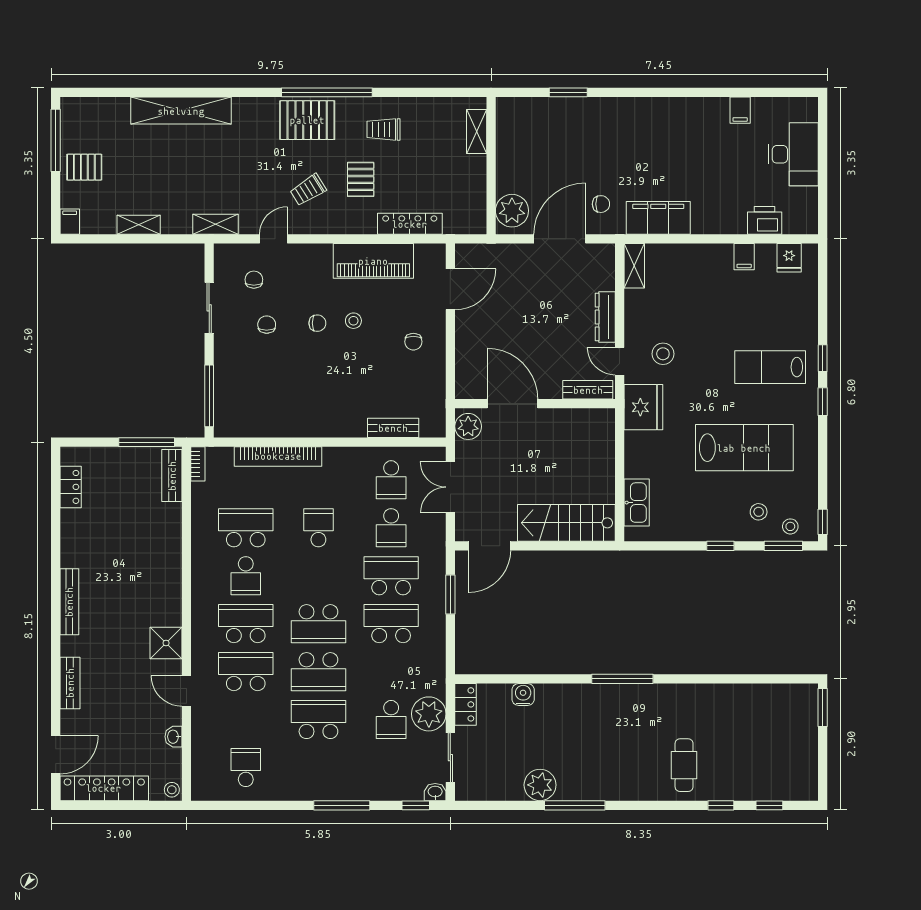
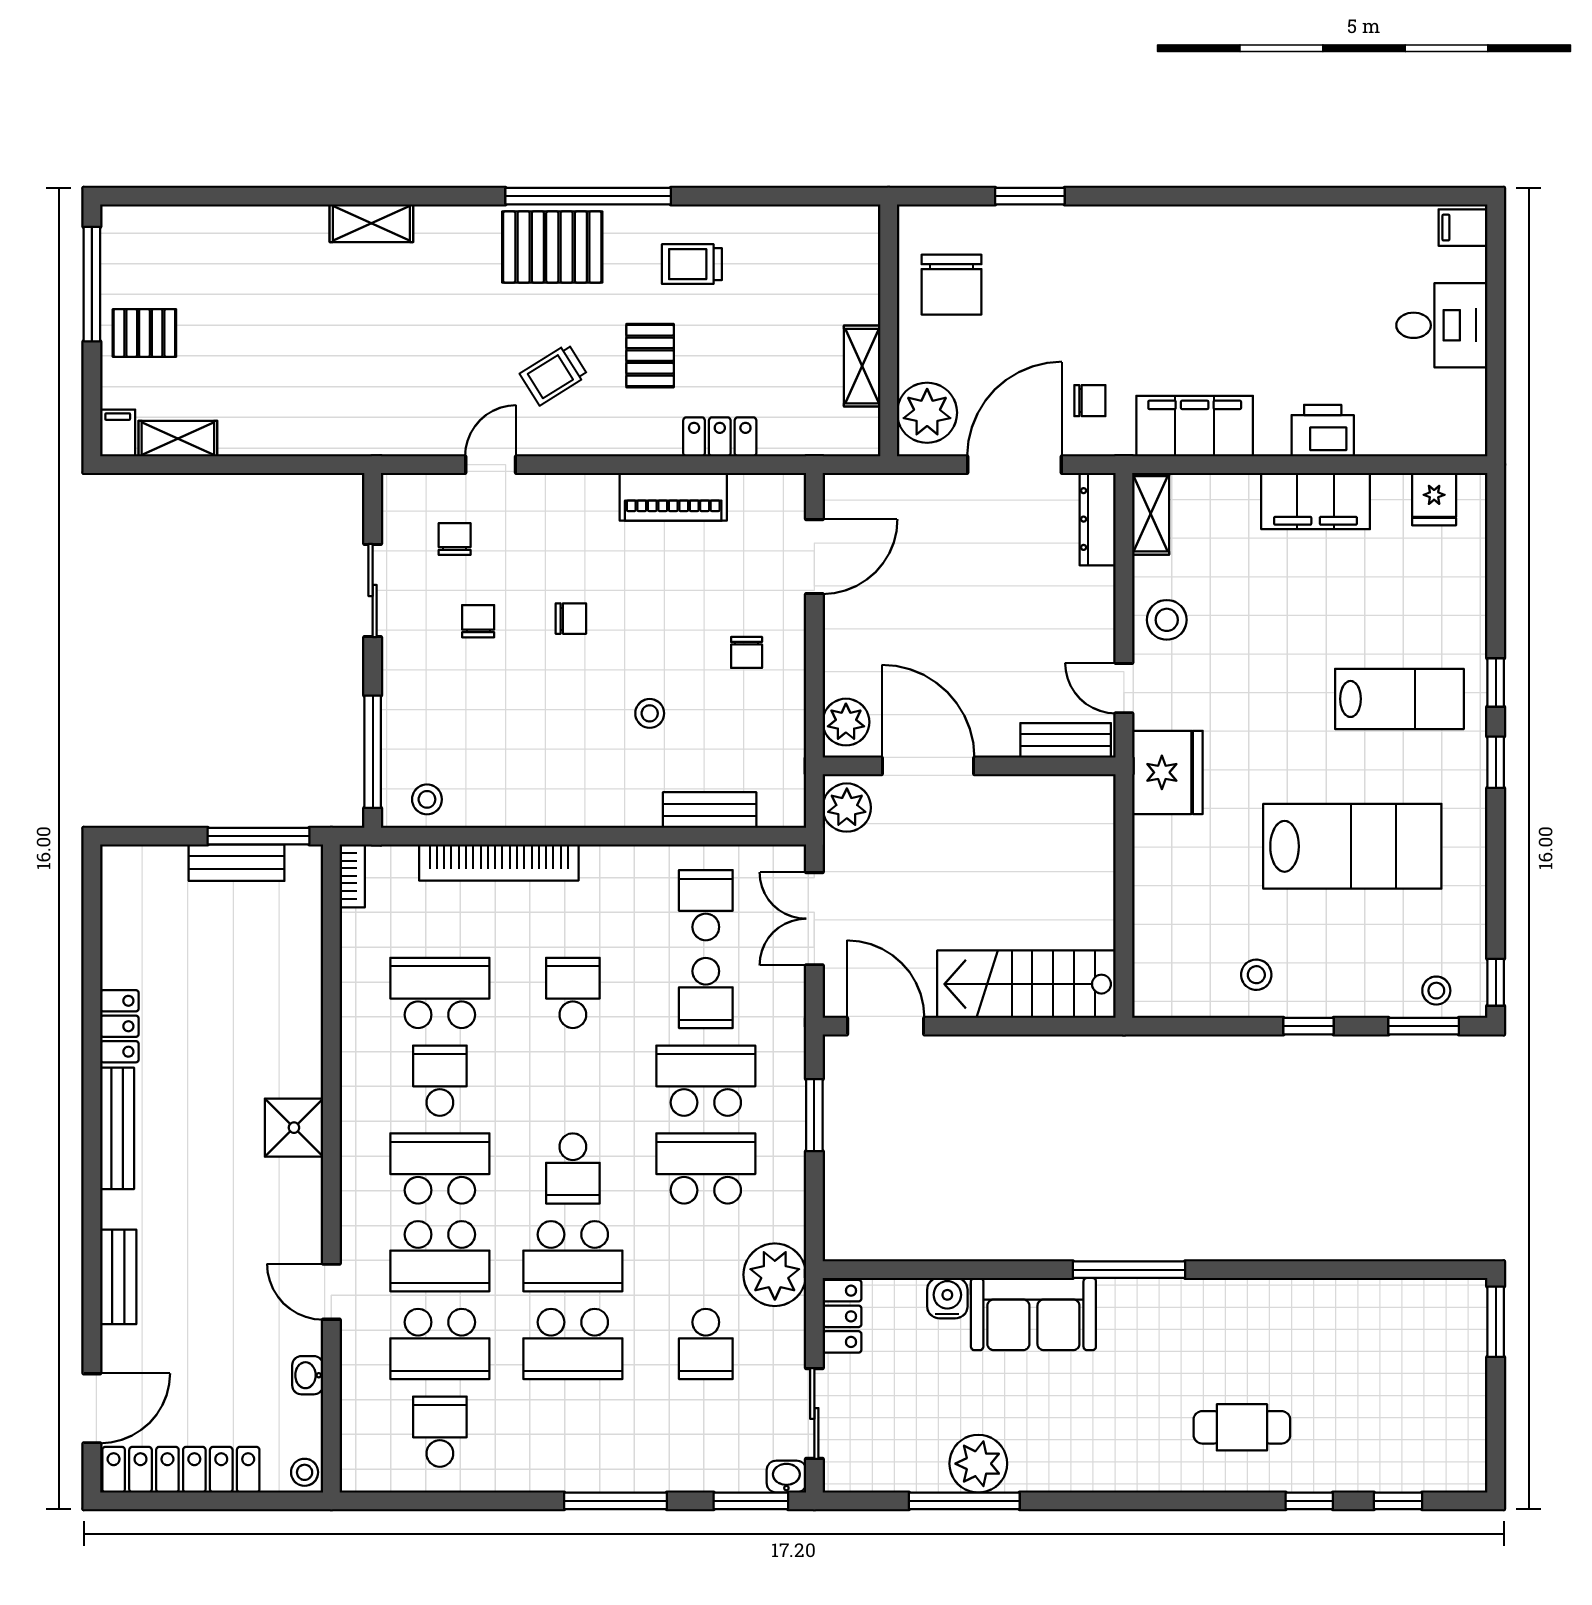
filing cabinet: (740, 110) -> (1463, 228), moved, turned 90
shelving: (181, 111) -> (371, 223), width x0.45, depth x0.75
shelving: (477, 132) -> (862, 366), moved
chair: (525, 141) -> (951, 285), added
desk: (793, 154) -> (1442, 325), width x0.73
printer: (765, 220) -> (1323, 431), moved
shelving: (215, 224) -> (384, 438), removed
locker: (410, 224) -> (720, 437), width x0.66
shelving: (139, 225) -> (178, 439), moved
filing cabinet: (744, 257) -> (1316, 501), width x3.00, depth x1.17
piano: (373, 261) -> (673, 497), width x0.73, depth x0.75
dresser: (605, 317) -> (1098, 519), moved
stool: (353, 321) -> (650, 713), moved
stool: (663, 354) -> (1167, 620), moved
lab bench: (770, 367) -> (1399, 699), turned 180
plant: (468, 380) -> (846, 722), added
stool: (239, 422) -> (427, 799), added
bench: (172, 476) -> (237, 863), moved, turned 90
school desk: (391, 480) -> (706, 905), turned 180
locker: (71, 487) -> (119, 1026), moved
kitchen sink: (637, 503) -> (1155, 947), removed
stool: (759, 512) -> (1256, 975), moved
door: (489, 546) -> (886, 1026), swing flipped
school desk: (246, 576) -> (440, 1081), turned 180
school desk: (318, 624) -> (573, 1168), width x0.54
shower: (166, 643) -> (294, 1128), moved
school desk: (246, 672) -> (440, 1256), turned 180
sofa: (570, 703) -> (1033, 1314), added
plant: (429, 714) -> (775, 1275), moved
school desk: (246, 720) -> (440, 1344), added
school desk: (318, 720) -> (573, 1344), turned 180
cafe table: (684, 765) -> (1242, 1427), turned 90
window: (416, 805) -> (751, 1501), width x1.50
window: (575, 805) -> (964, 1501), moved

